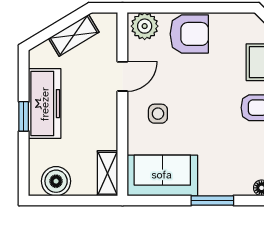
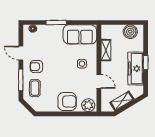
armchair: (189, 34) -> (67, 101), turned 180
door: (122, 76) -> (99, 81), swing flipped
shelving: (108, 173) -> (106, 50), moved

